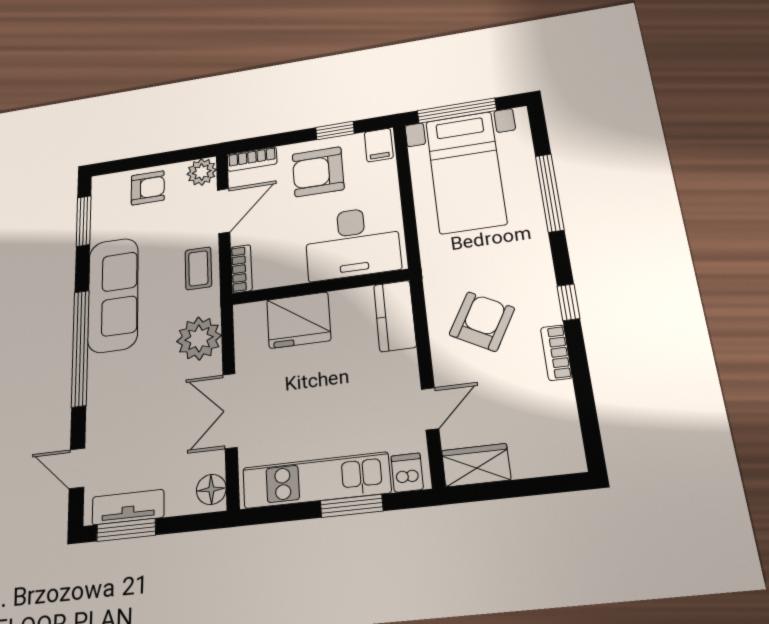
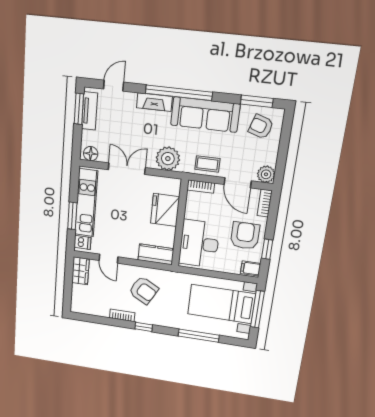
armchair: (148, 188) -> (261, 127), moved, turned 108
fireplace: (100, 386) -> (154, 102), added

